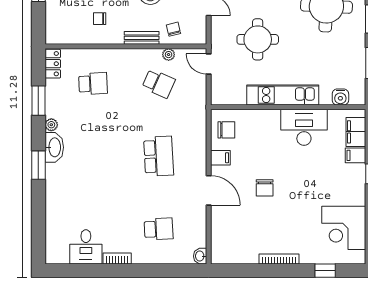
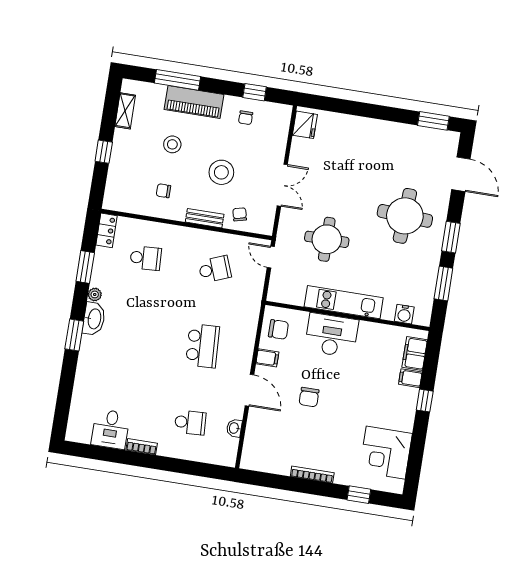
plant: (169, 55) -> (230, 240), removed
school desk: (159, 84) -> (215, 269), turned -45
desk: (304, 127) -> (332, 335), moved
washbasin: (200, 256) -> (234, 428), moved

